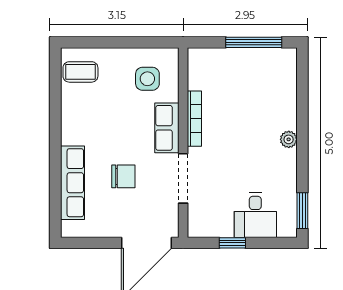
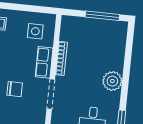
plant: (289, 139) -> (112, 81), width x1.88, depth x1.88

